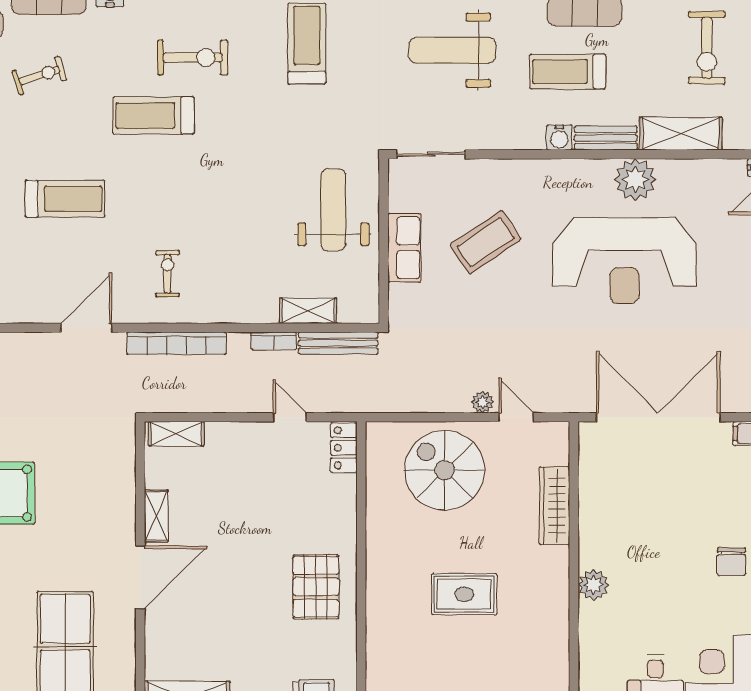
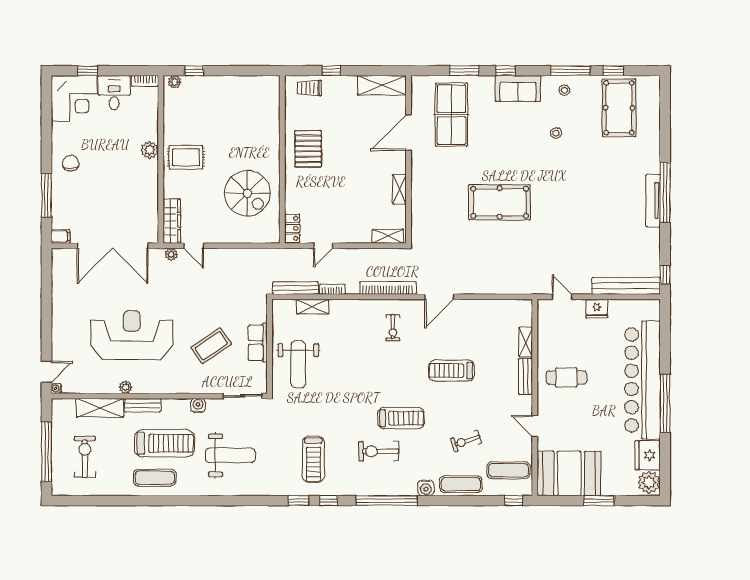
treadmill: (568, 72) -> (164, 443), width x1.37, depth x1.38
water cooler: (559, 138) -> (198, 406), moved
plant: (635, 180) -> (126, 387), width x0.53, depth x0.53
plant: (483, 402) -> (171, 254), moved
door: (290, 417) -> (323, 246), hinge flipped
spiral stairs: (445, 470) -> (247, 193), moved
wardrobe: (555, 506) -> (172, 221), moved
door: (140, 577) -> (409, 133), moved
rug: (464, 594) -> (186, 157), moved

